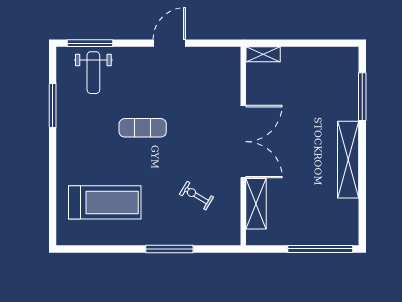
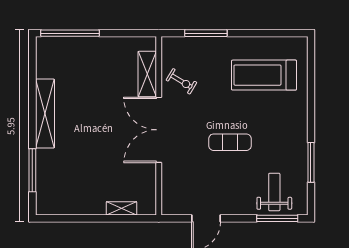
double door: (243, 142) -> (159, 130), moved
wall: (243, 146) -> (159, 126), moved
shelving: (256, 204) -> (147, 74), moved

